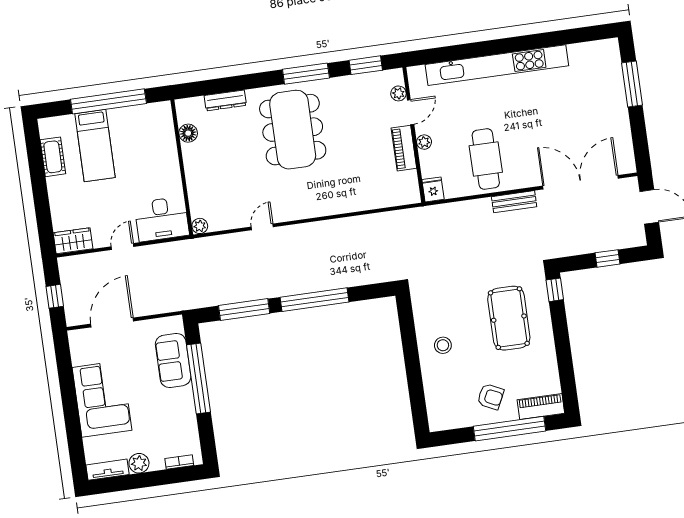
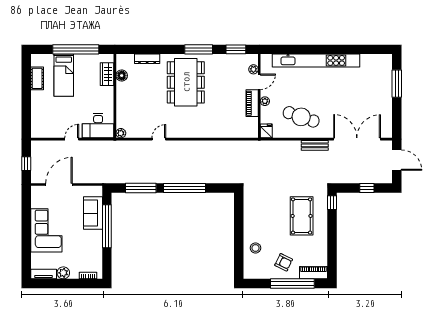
cafe table: (486, 159) -> (301, 117), turned -71
wardrobe: (73, 241) -> (107, 74), moved, turned -90
stool: (443, 345) -> (255, 248), moved

